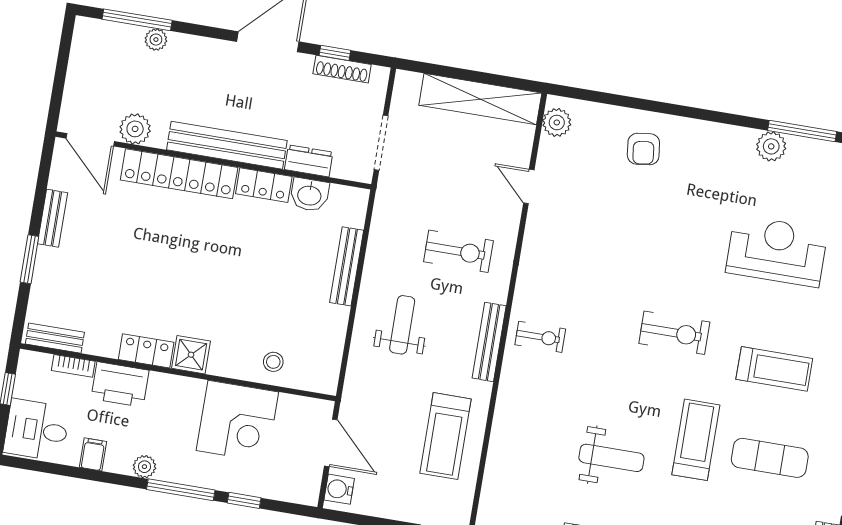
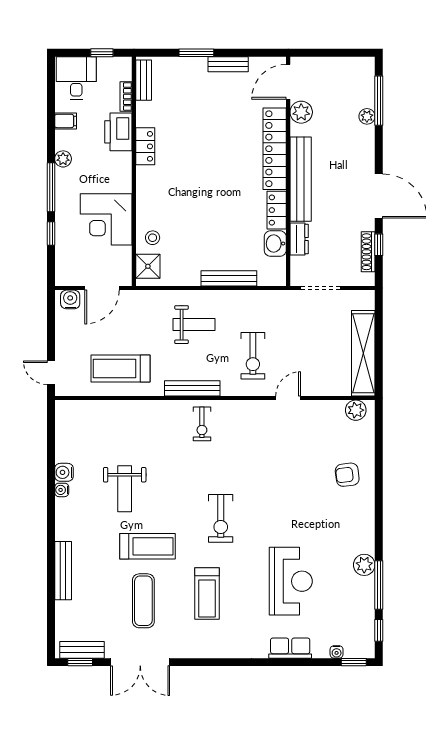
door: (529, 186) -> (288, 398), moved
shower: (191, 355) -> (148, 266), moved

